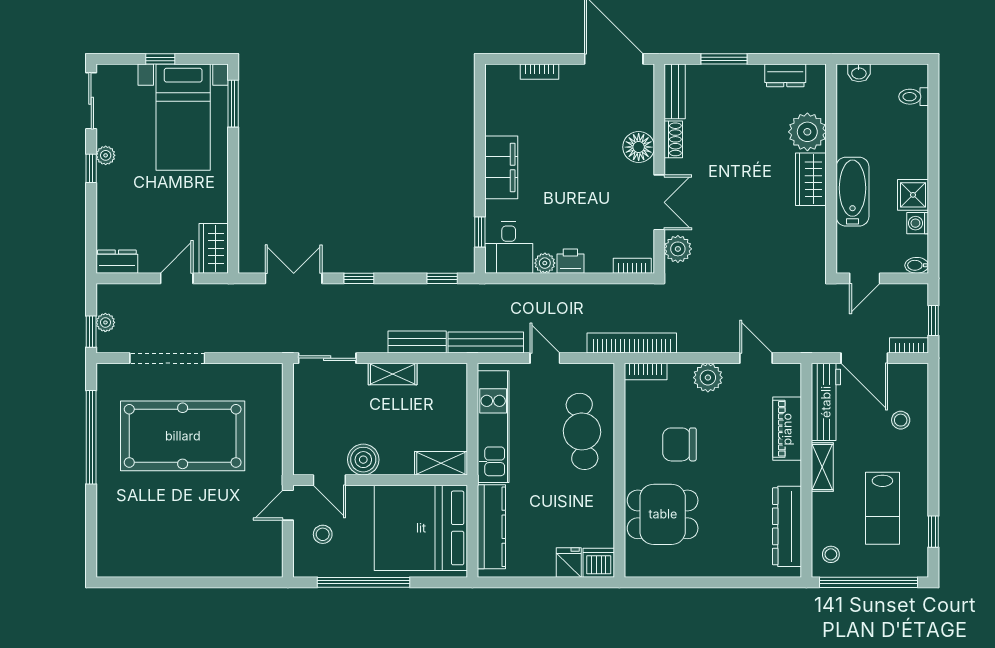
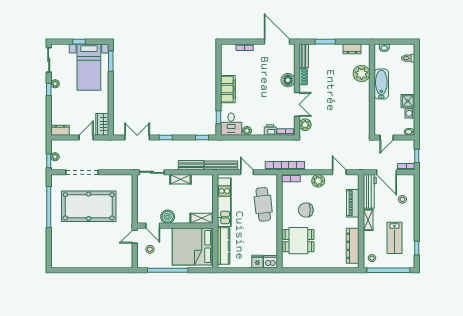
wardrobe: (811, 179) -> (363, 94), removed
bathtub: (852, 192) -> (381, 84), moved
printer: (570, 261) -> (270, 130), moved

